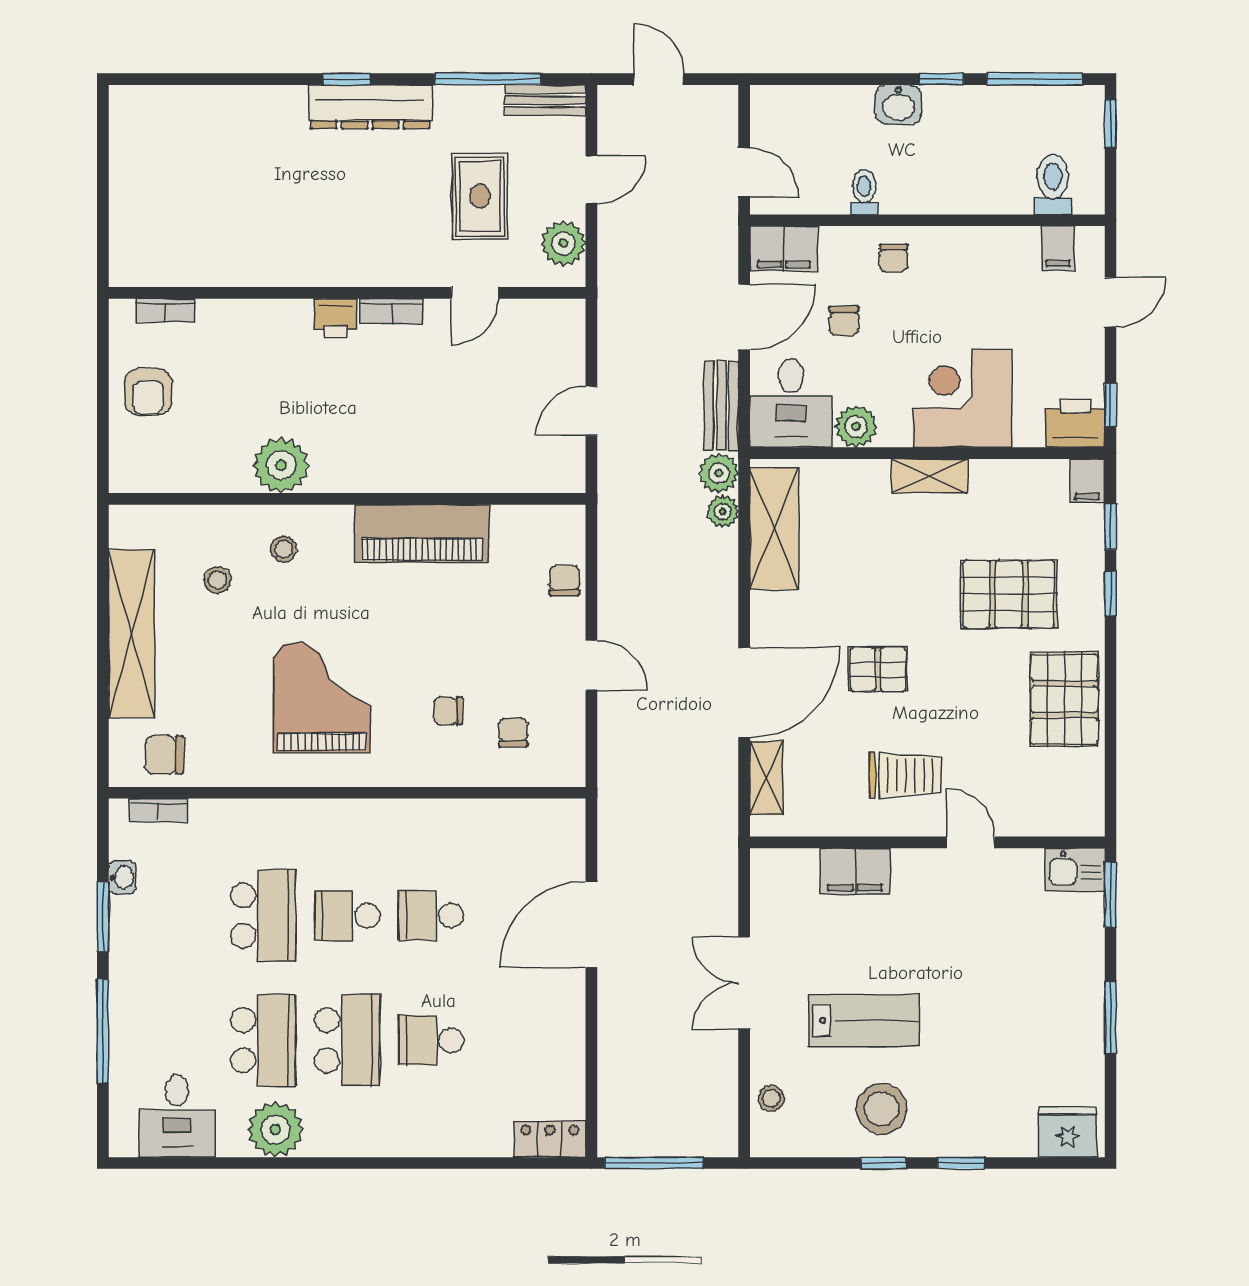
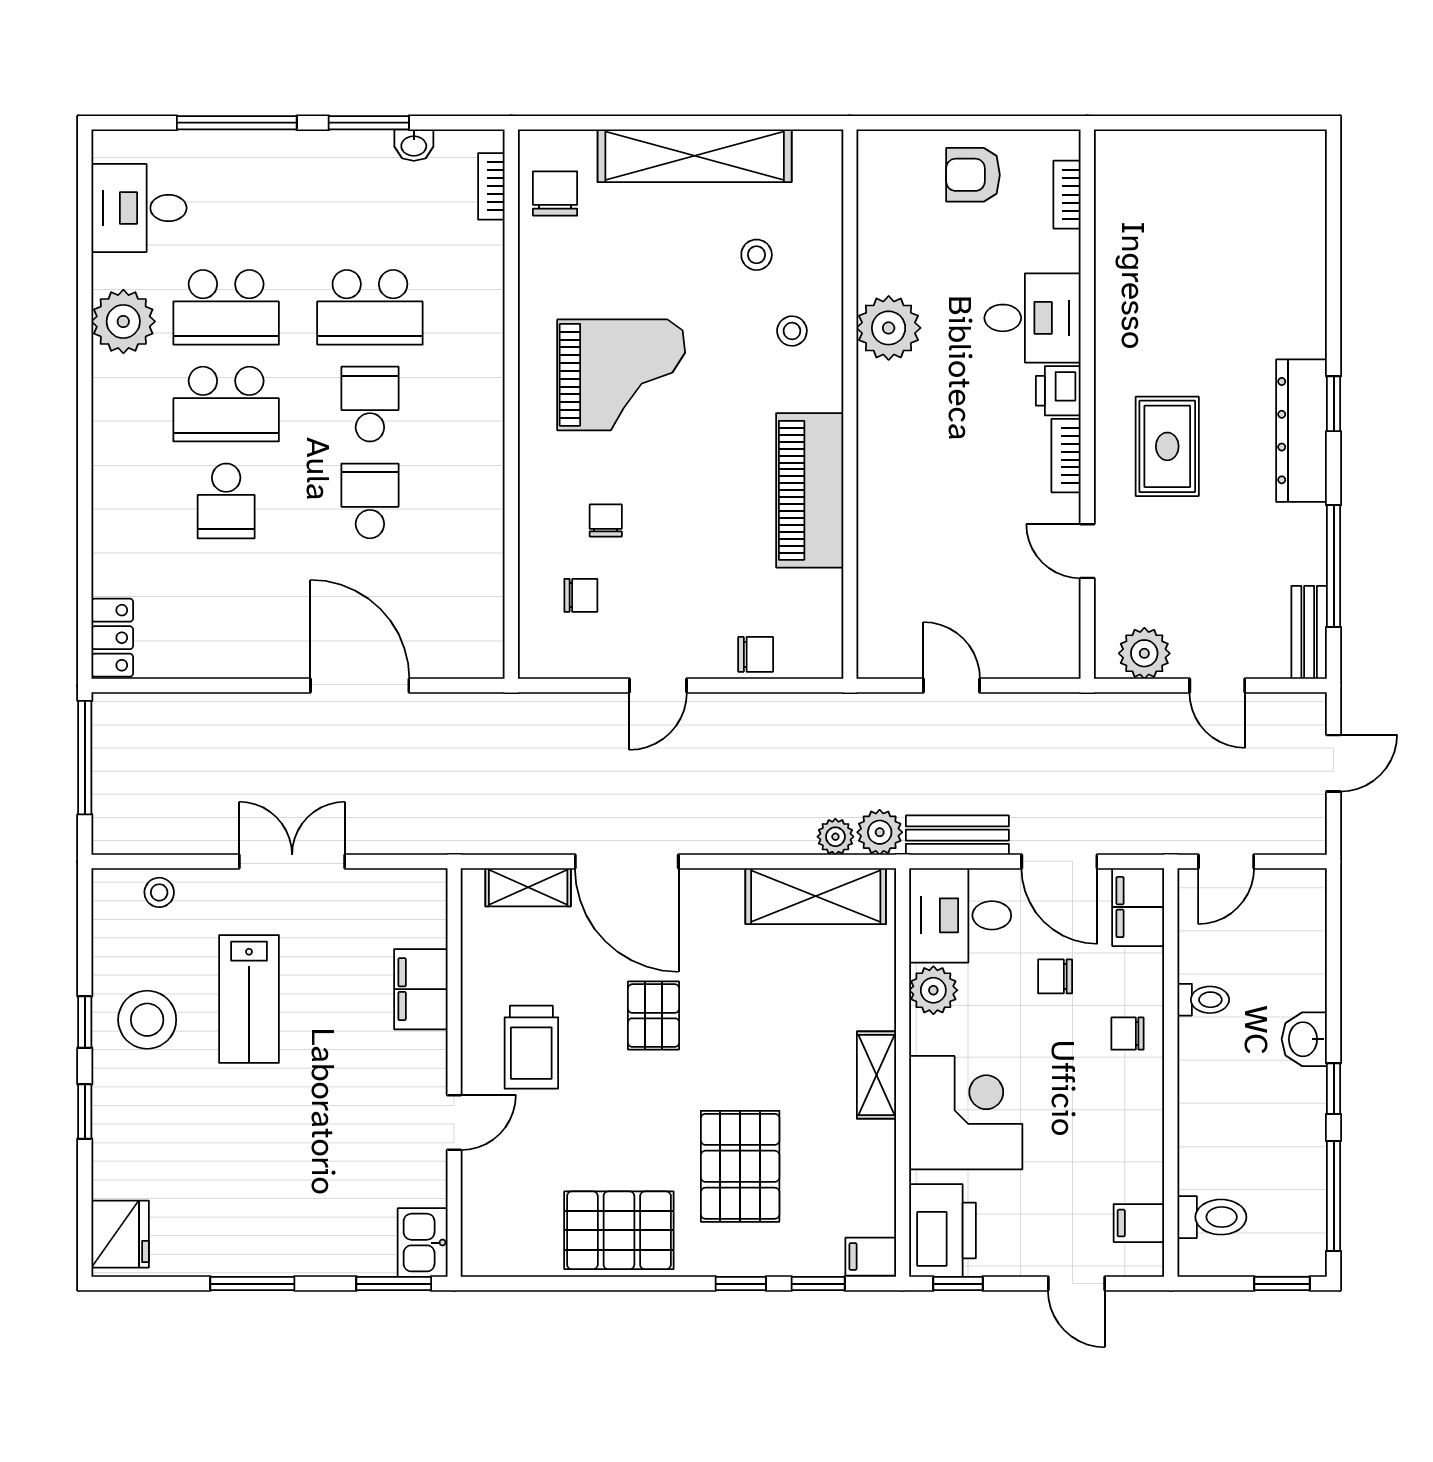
rug: (480, 196) -> (1167, 446), moved, turned 90
desk: (272, 340) -> (1033, 318), added
printer: (1075, 423) -> (943, 1231), width x1.37, depth x1.19
school desk: (431, 1040) -> (226, 501), turned 180

